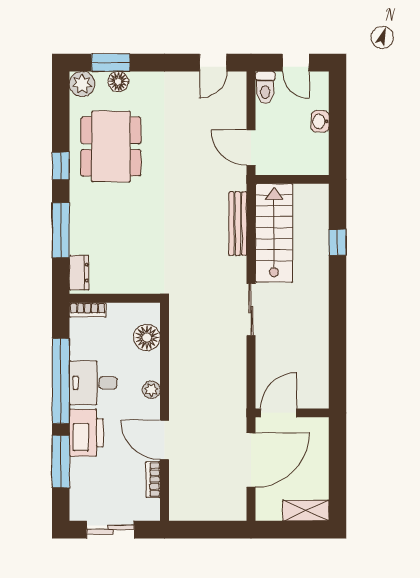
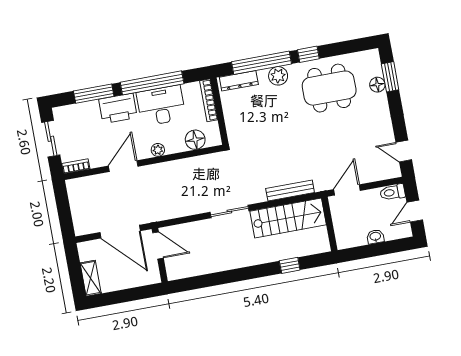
plant: (82, 84) -> (278, 76), moved
window: (61, 230) -> (262, 63), width x1.46
dresser: (79, 273) -> (239, 81), width x1.44
bookcase: (88, 310) -> (209, 100), width x1.56
desk: (93, 383) -> (161, 106), width x1.37
bookcase: (153, 480) -> (76, 166), moved

